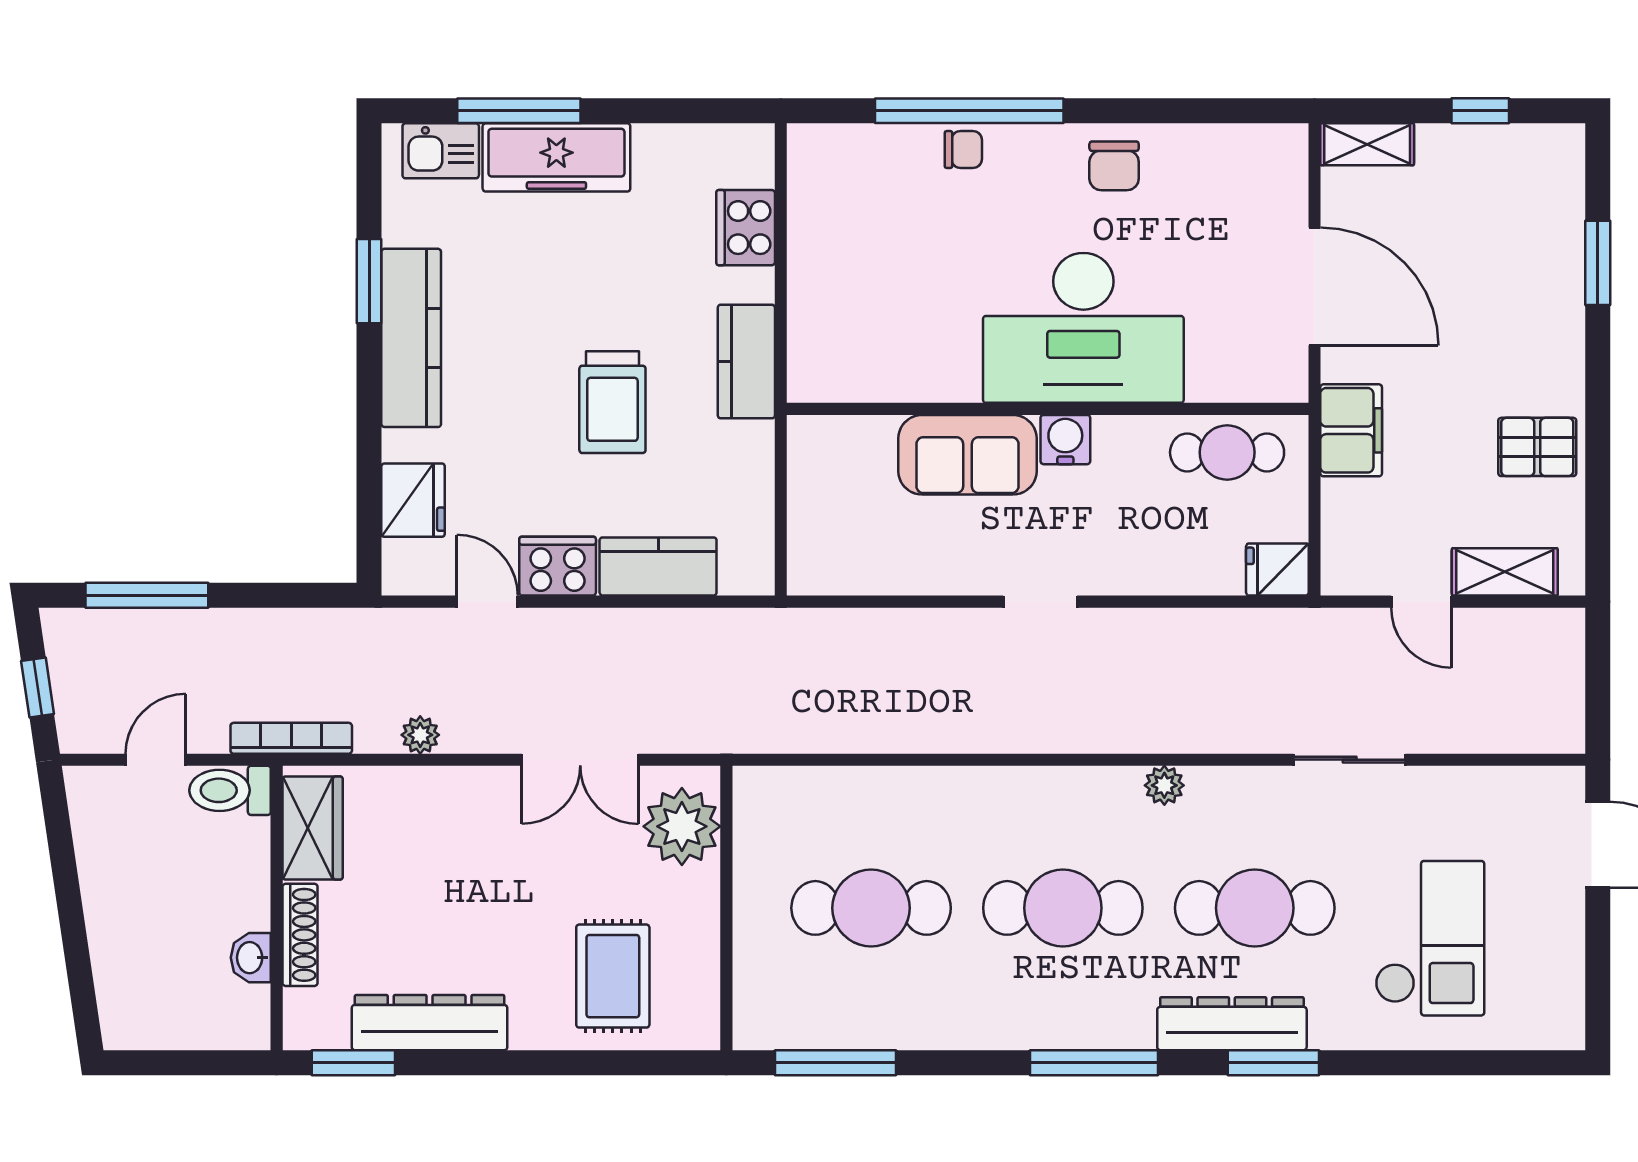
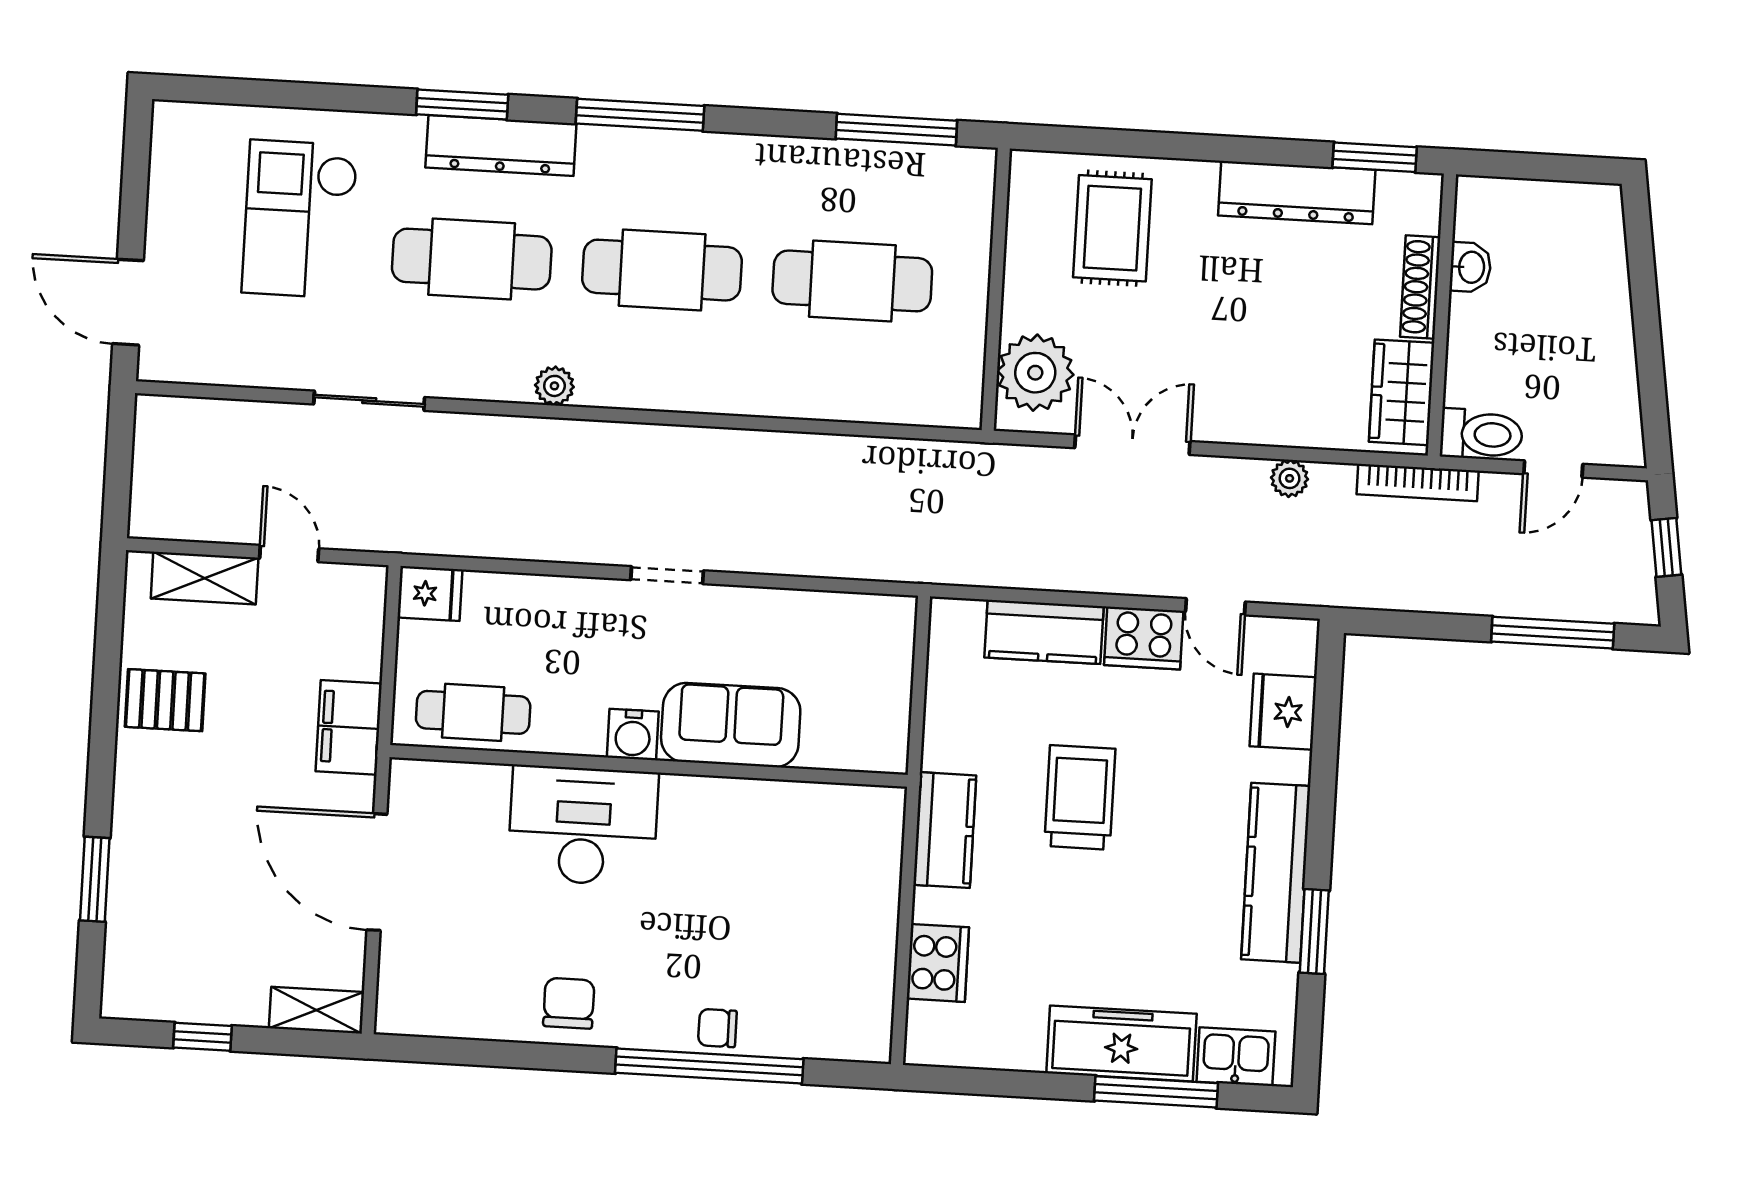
desk: (1083, 328) -> (583, 826), width x0.73, depth x0.77

